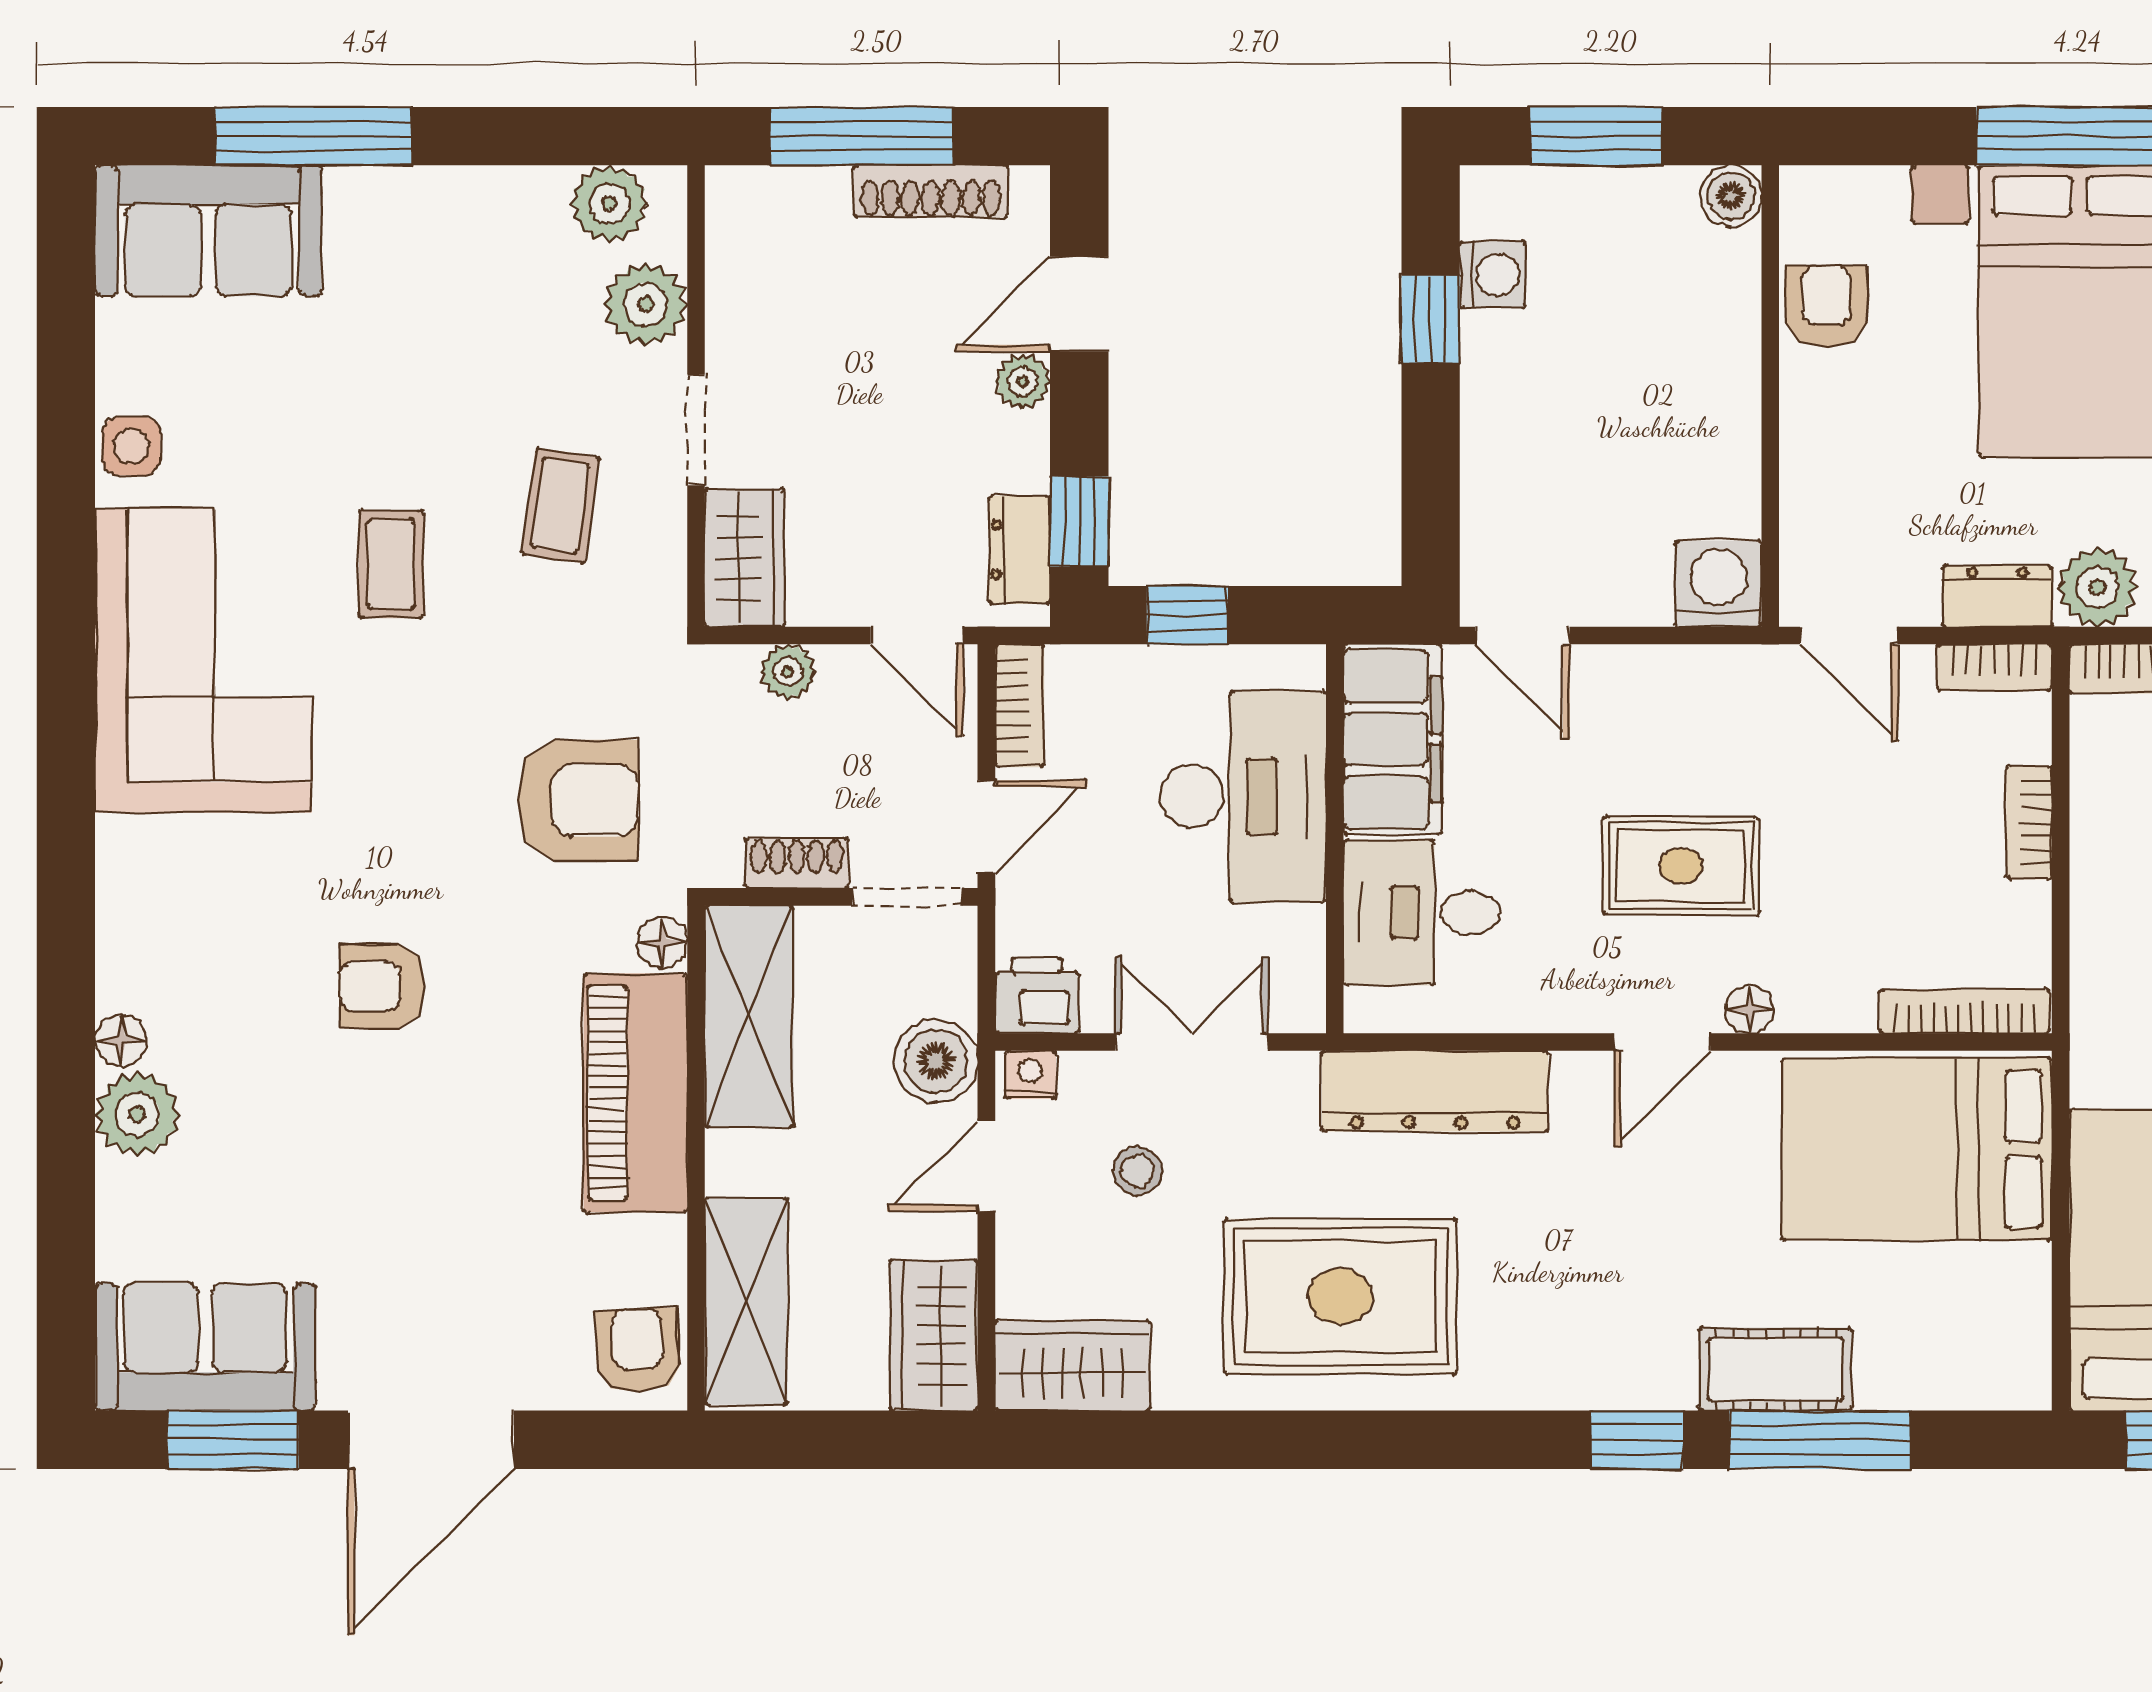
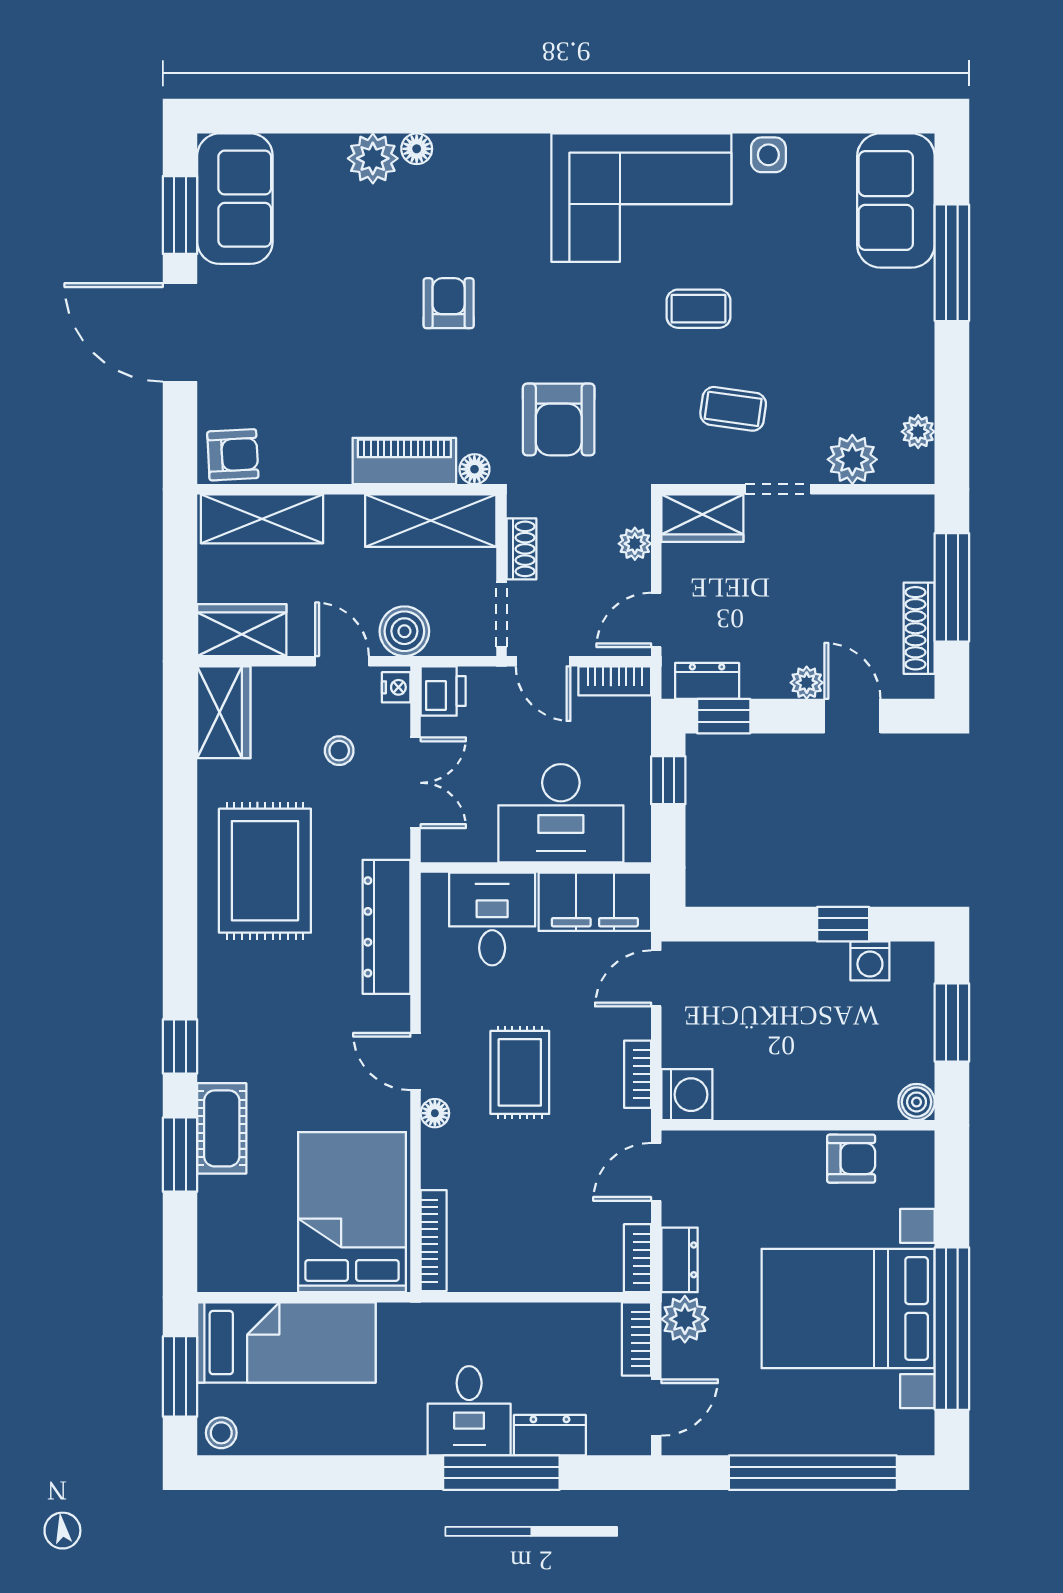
plant: (609, 204) -> (918, 432), width x0.73, depth x0.73
bookcase: (2029, 822) -> (638, 1074), moved, turned -90
piano: (635, 1093) -> (404, 461), width x0.73, depth x0.75
window: (1820, 1440) -> (180, 1155), width x0.69

